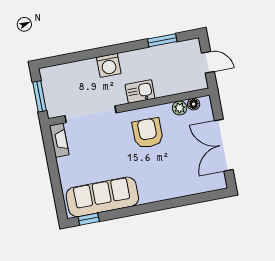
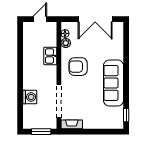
window: (162, 40) -> (20, 46), removed
washing machine: (109, 65) -> (30, 97), moved
kitchen sink: (140, 92) -> (50, 56), moved
sofa: (102, 197) -> (113, 83), moved

